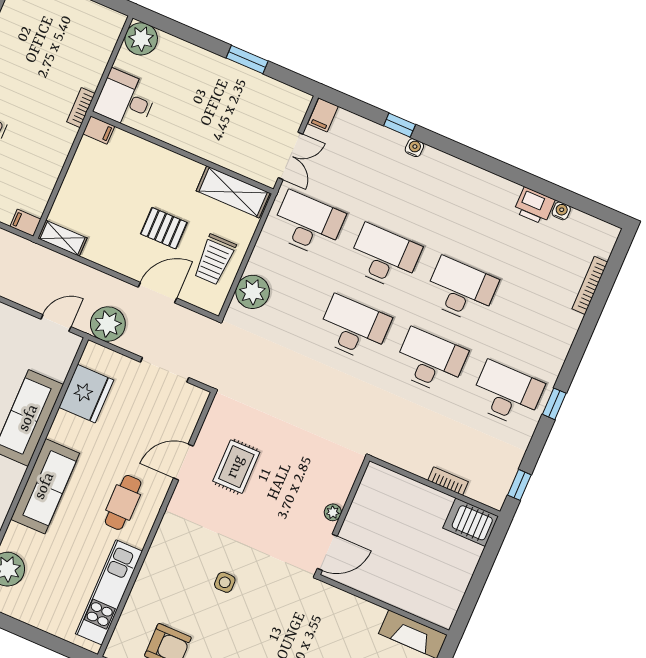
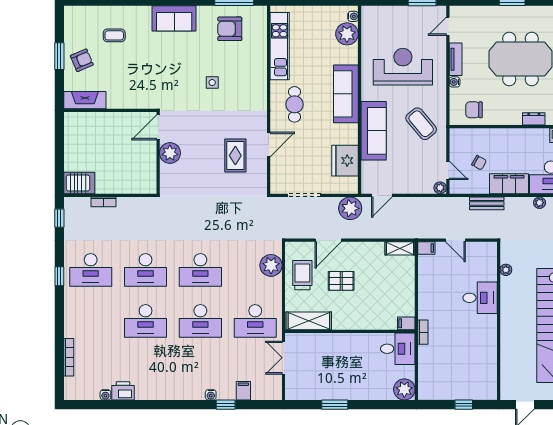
filing cabinet: (323, 115) -> (243, 391), moved
plant: (333, 512) -> (170, 153), width x1.87, depth x1.87

